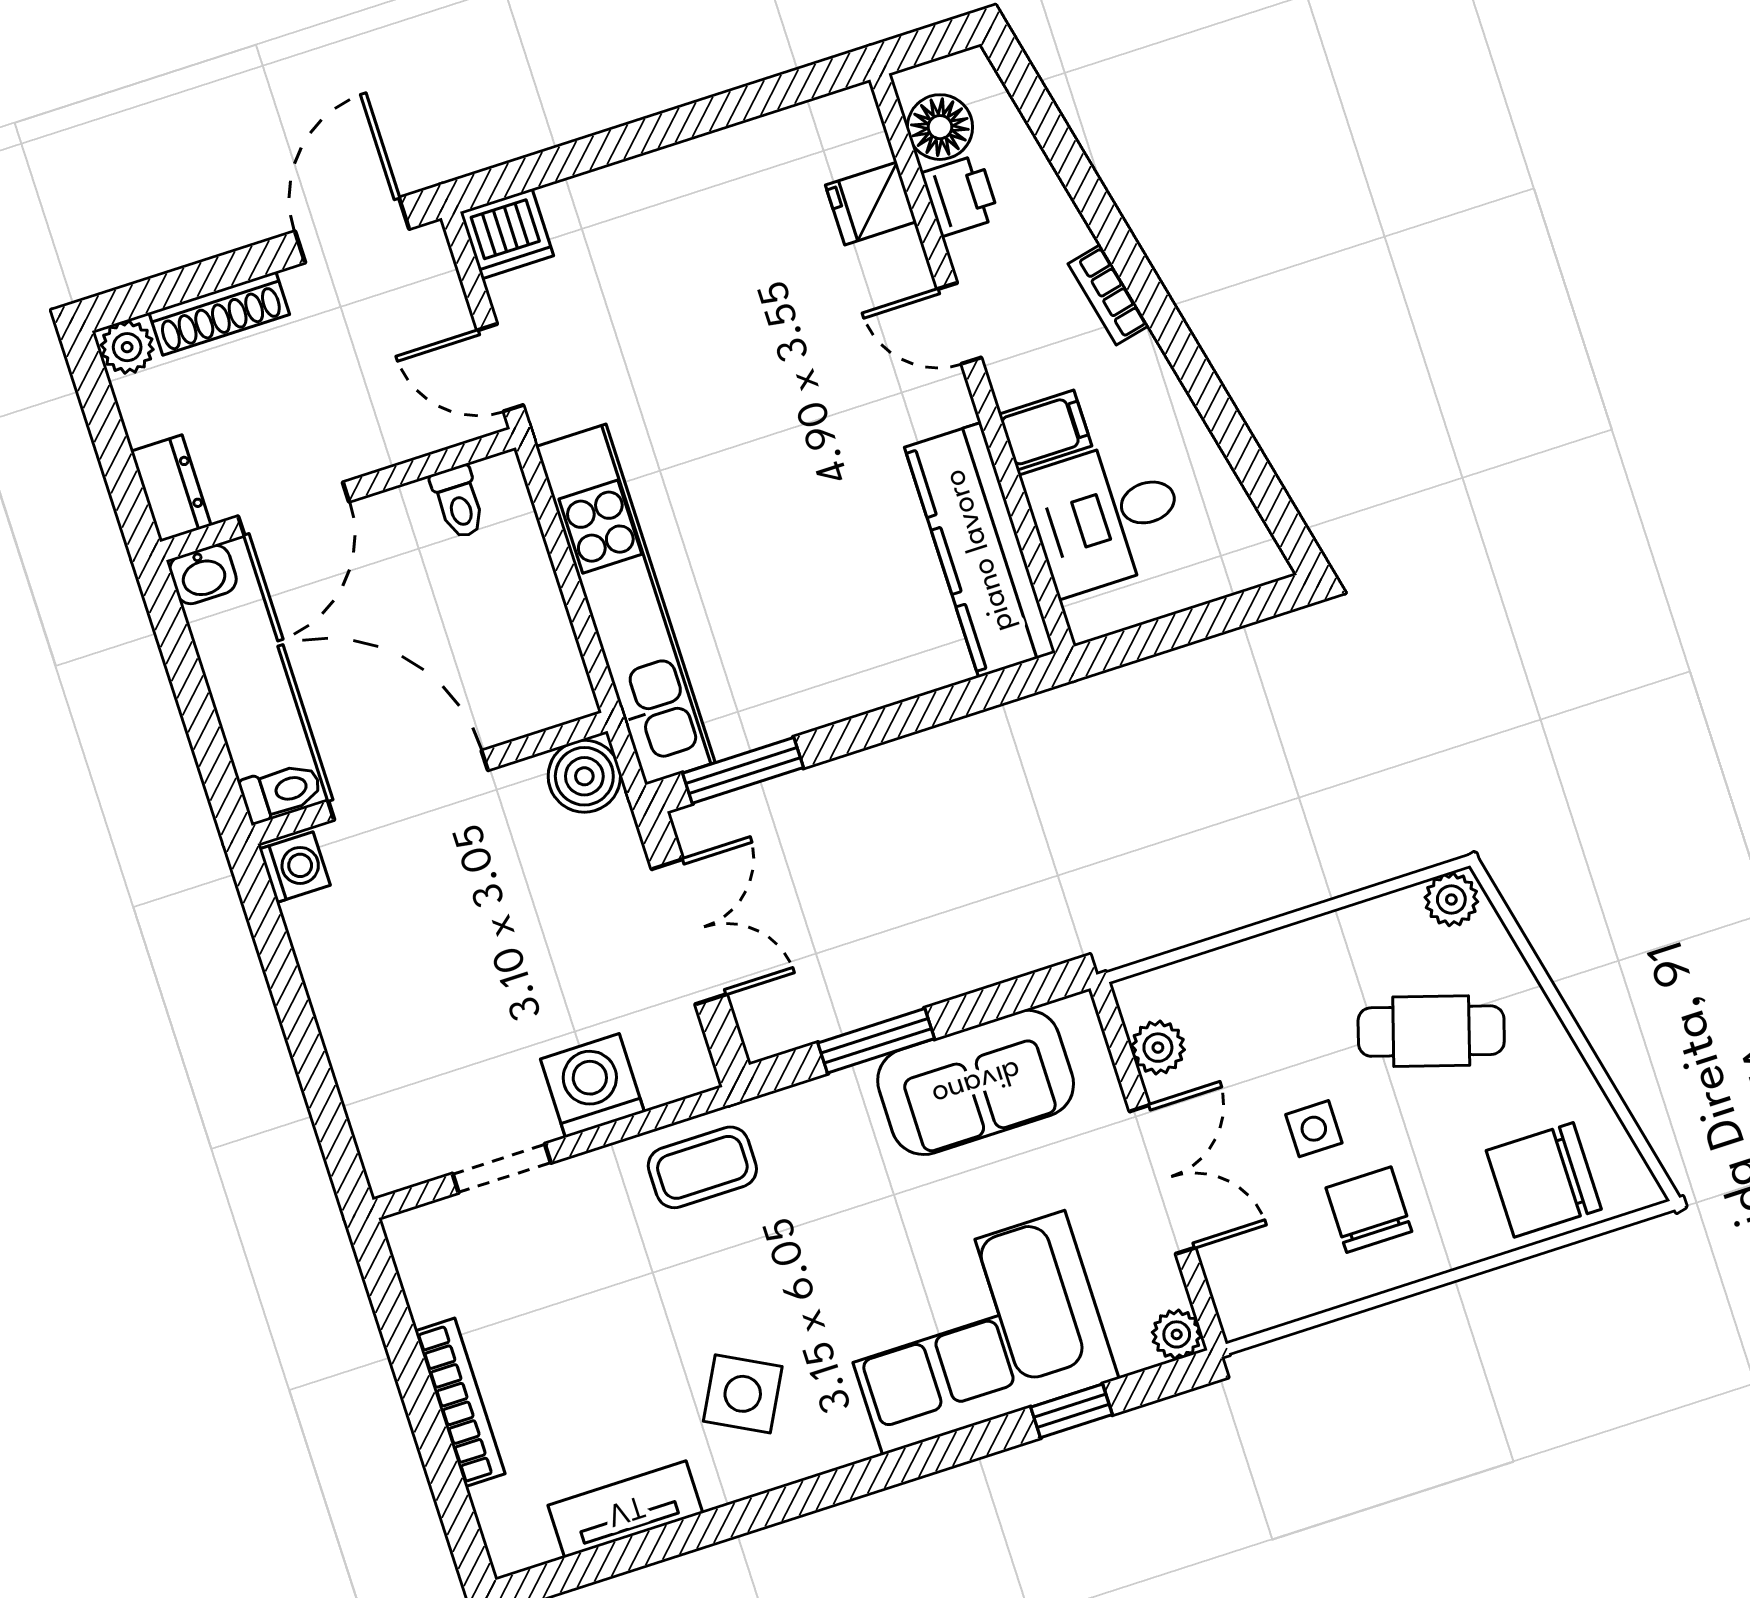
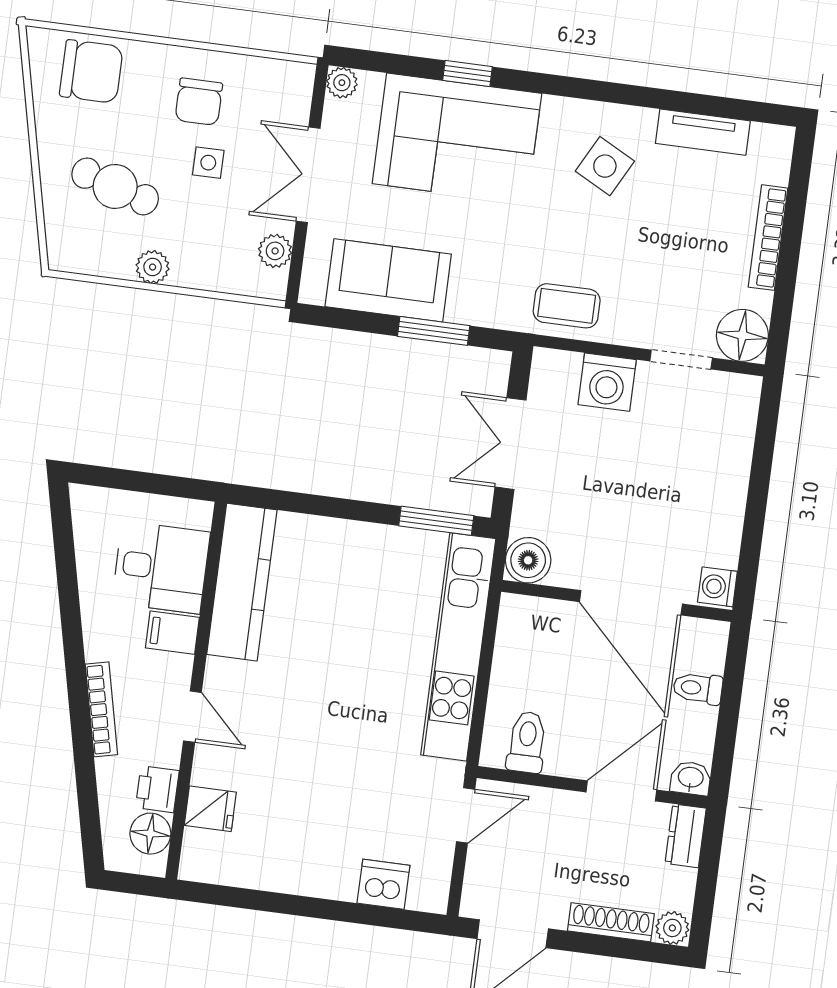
dishwasher: (507, 234) -> (383, 884), moved
bookcase: (1108, 295) -> (101, 709), width x1.56
door: (500, 368) -> (466, 815), hinge flipped
toilet: (458, 502) -> (527, 742), width x1.37, depth x1.39
toilet: (281, 792) -> (698, 688), moved
plant: (1451, 899) -> (153, 267), moved
floor lamp: (430, 1245) -> (742, 335), added
window: (1071, 1411) -> (467, 73), moved

